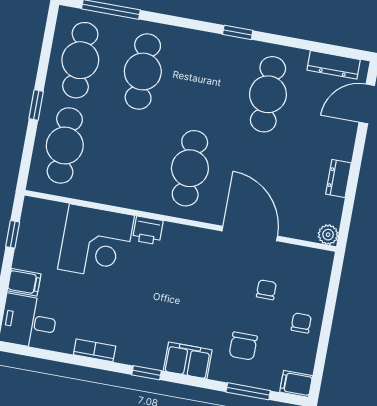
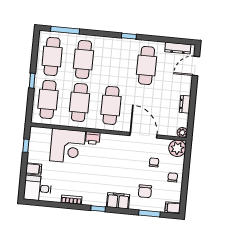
cafe table: (127, 157) -> (79, 102), added
plant: (316, 265) -> (177, 148), added

